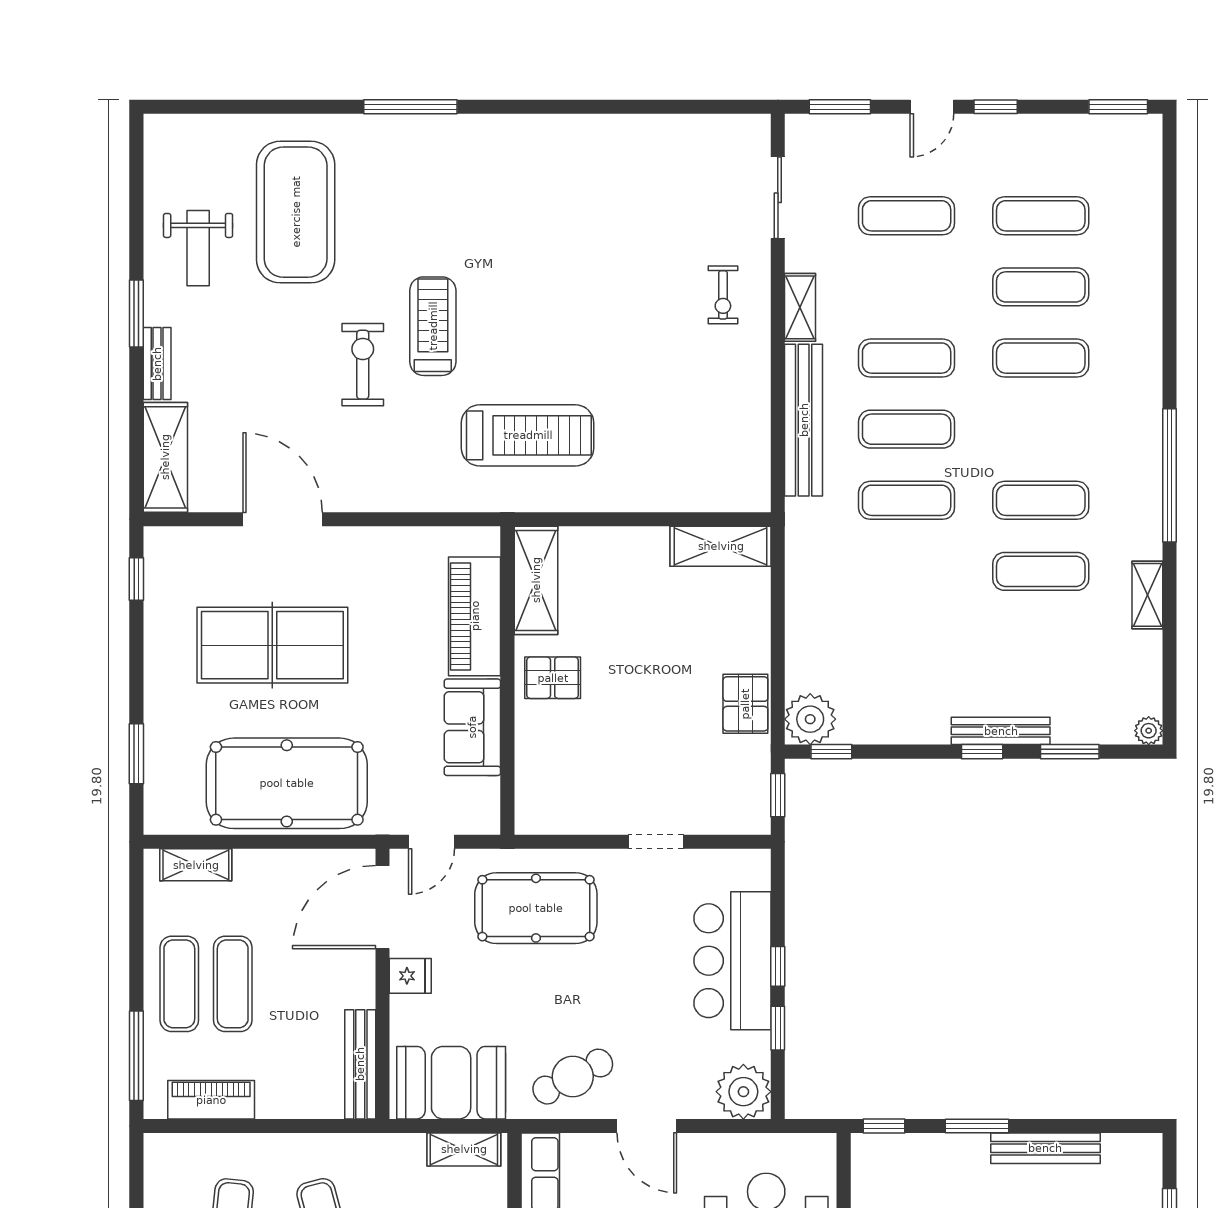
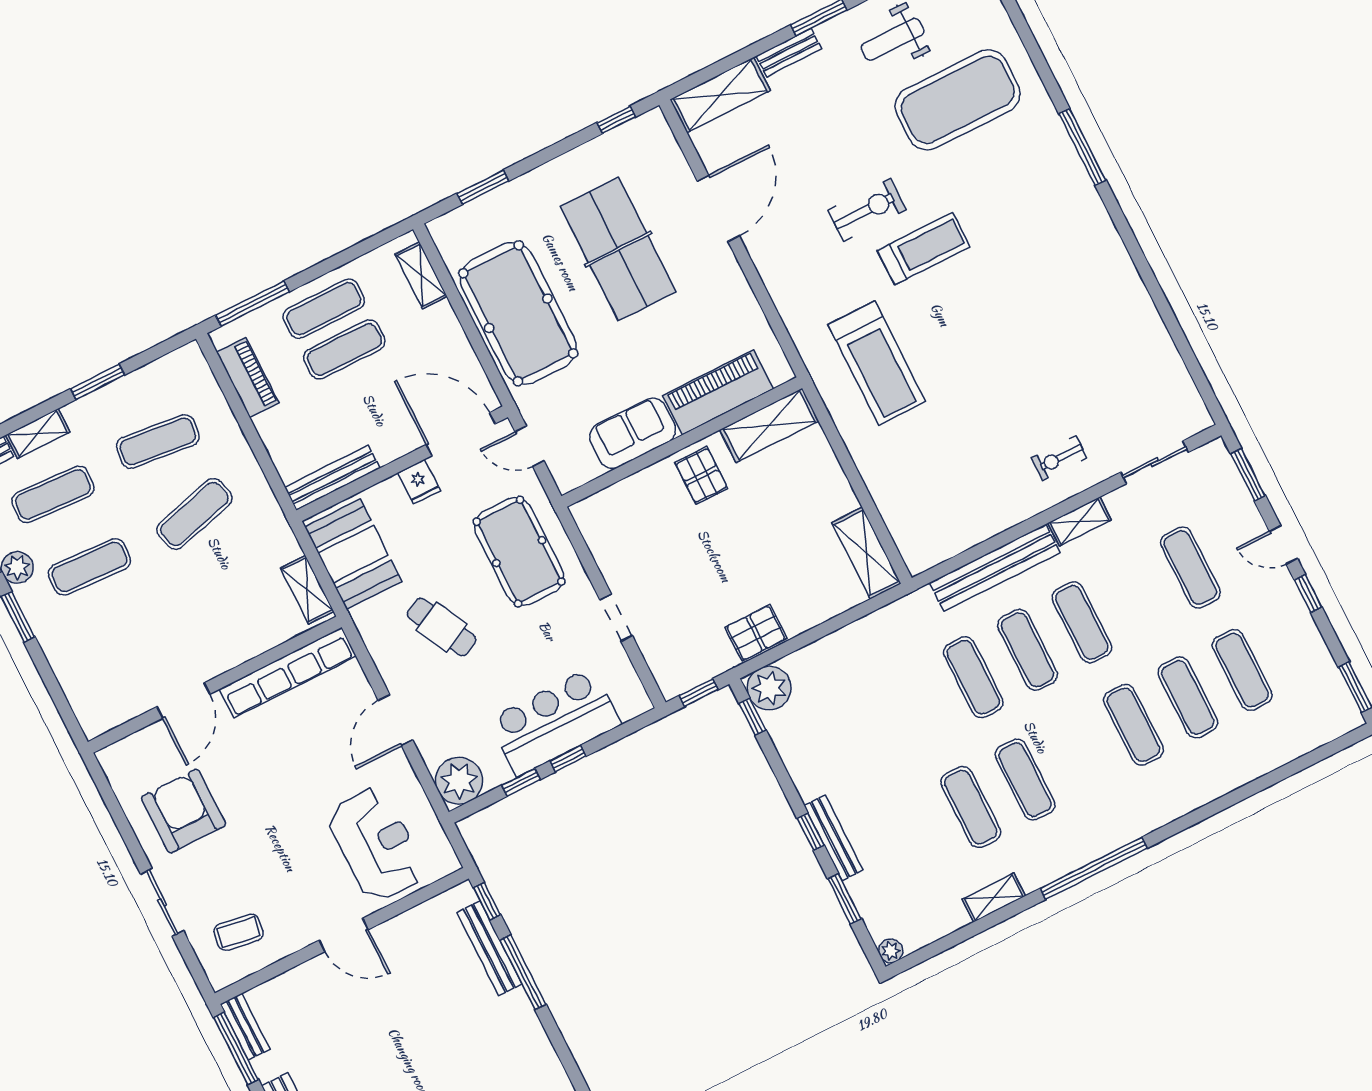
cafe table: (573, 1077) -> (442, 627), moved
window: (977, 1126) -> (523, 972), width x1.44
bench: (1045, 1148) -> (489, 948), moved

